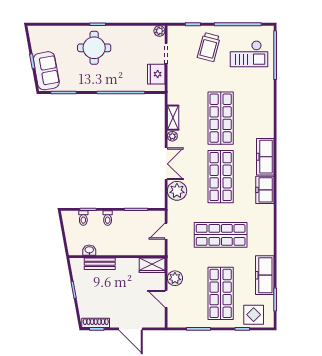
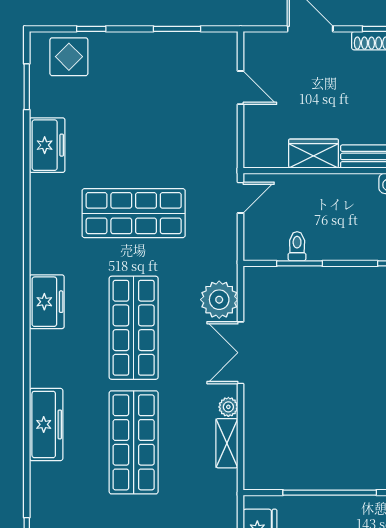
freezer: (265, 157) -> (46, 424), moved
toilet: (108, 218) -> (297, 246), moved
door: (166, 231) -> (241, 198), moved
wardrobe: (152, 265) -> (314, 154), moved
freezer: (265, 275) -> (47, 145), width x0.71
plant: (175, 278) -> (223, 128), removed
shop shelf: (221, 293) -> (134, 99), removed

